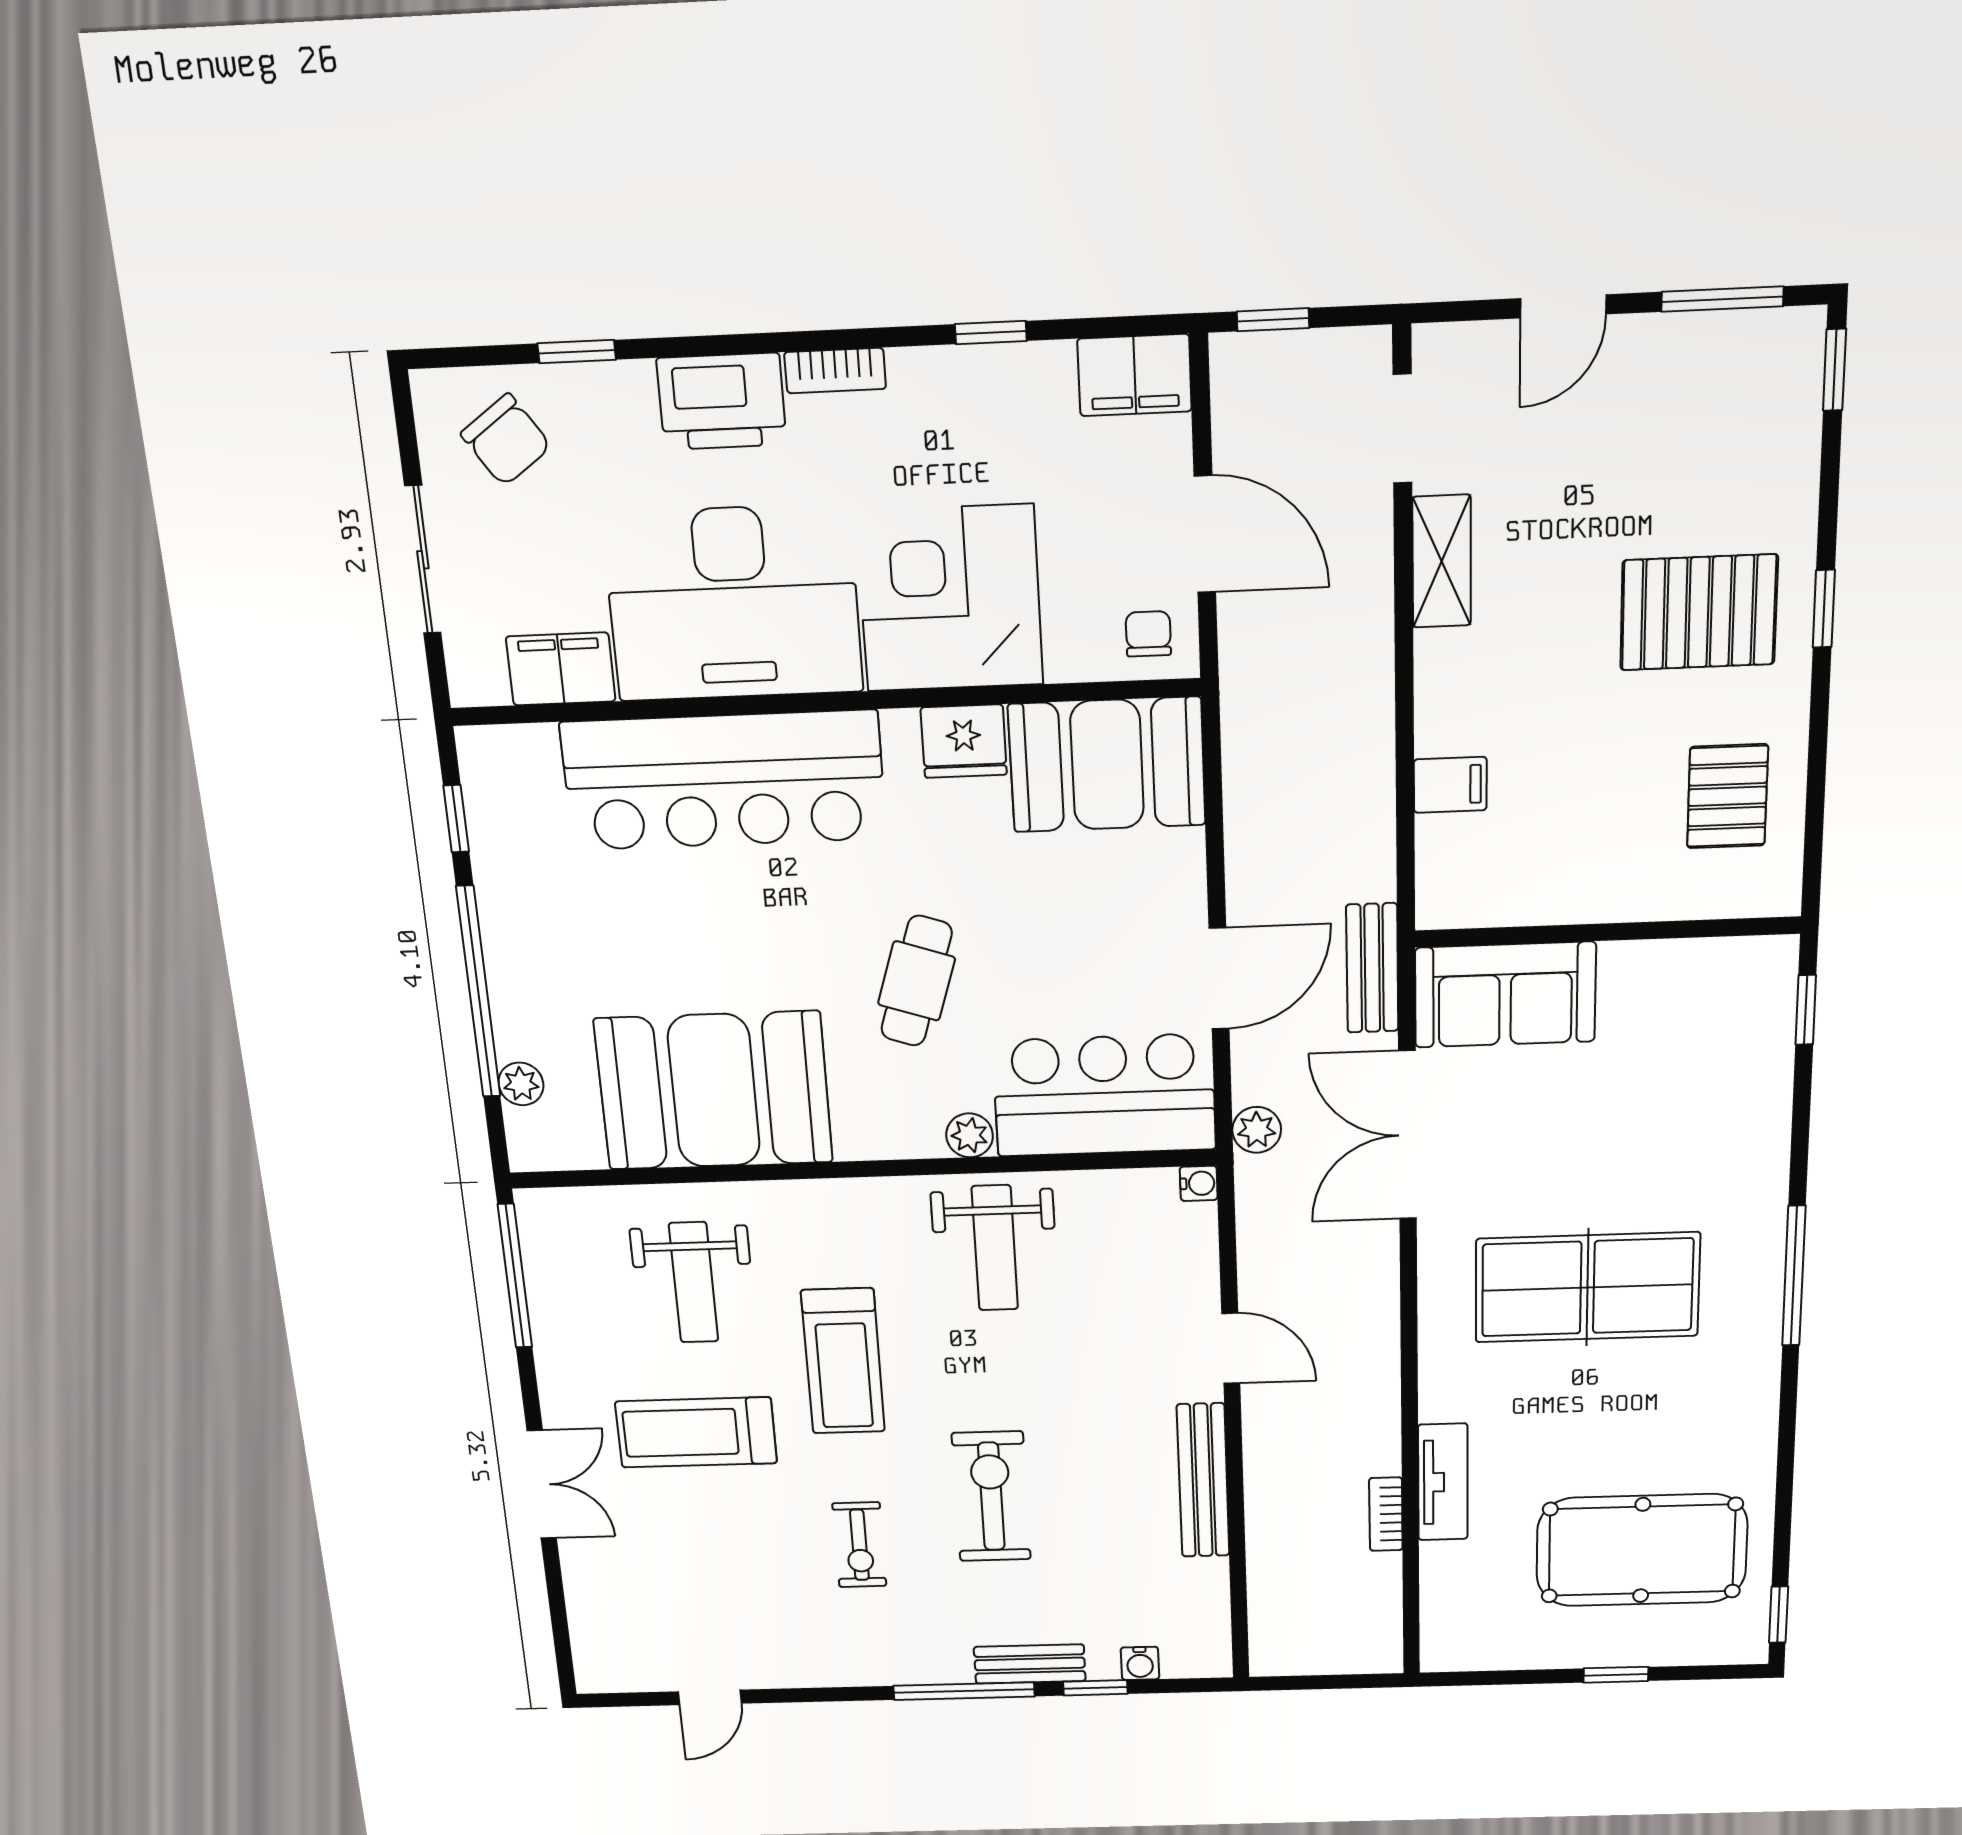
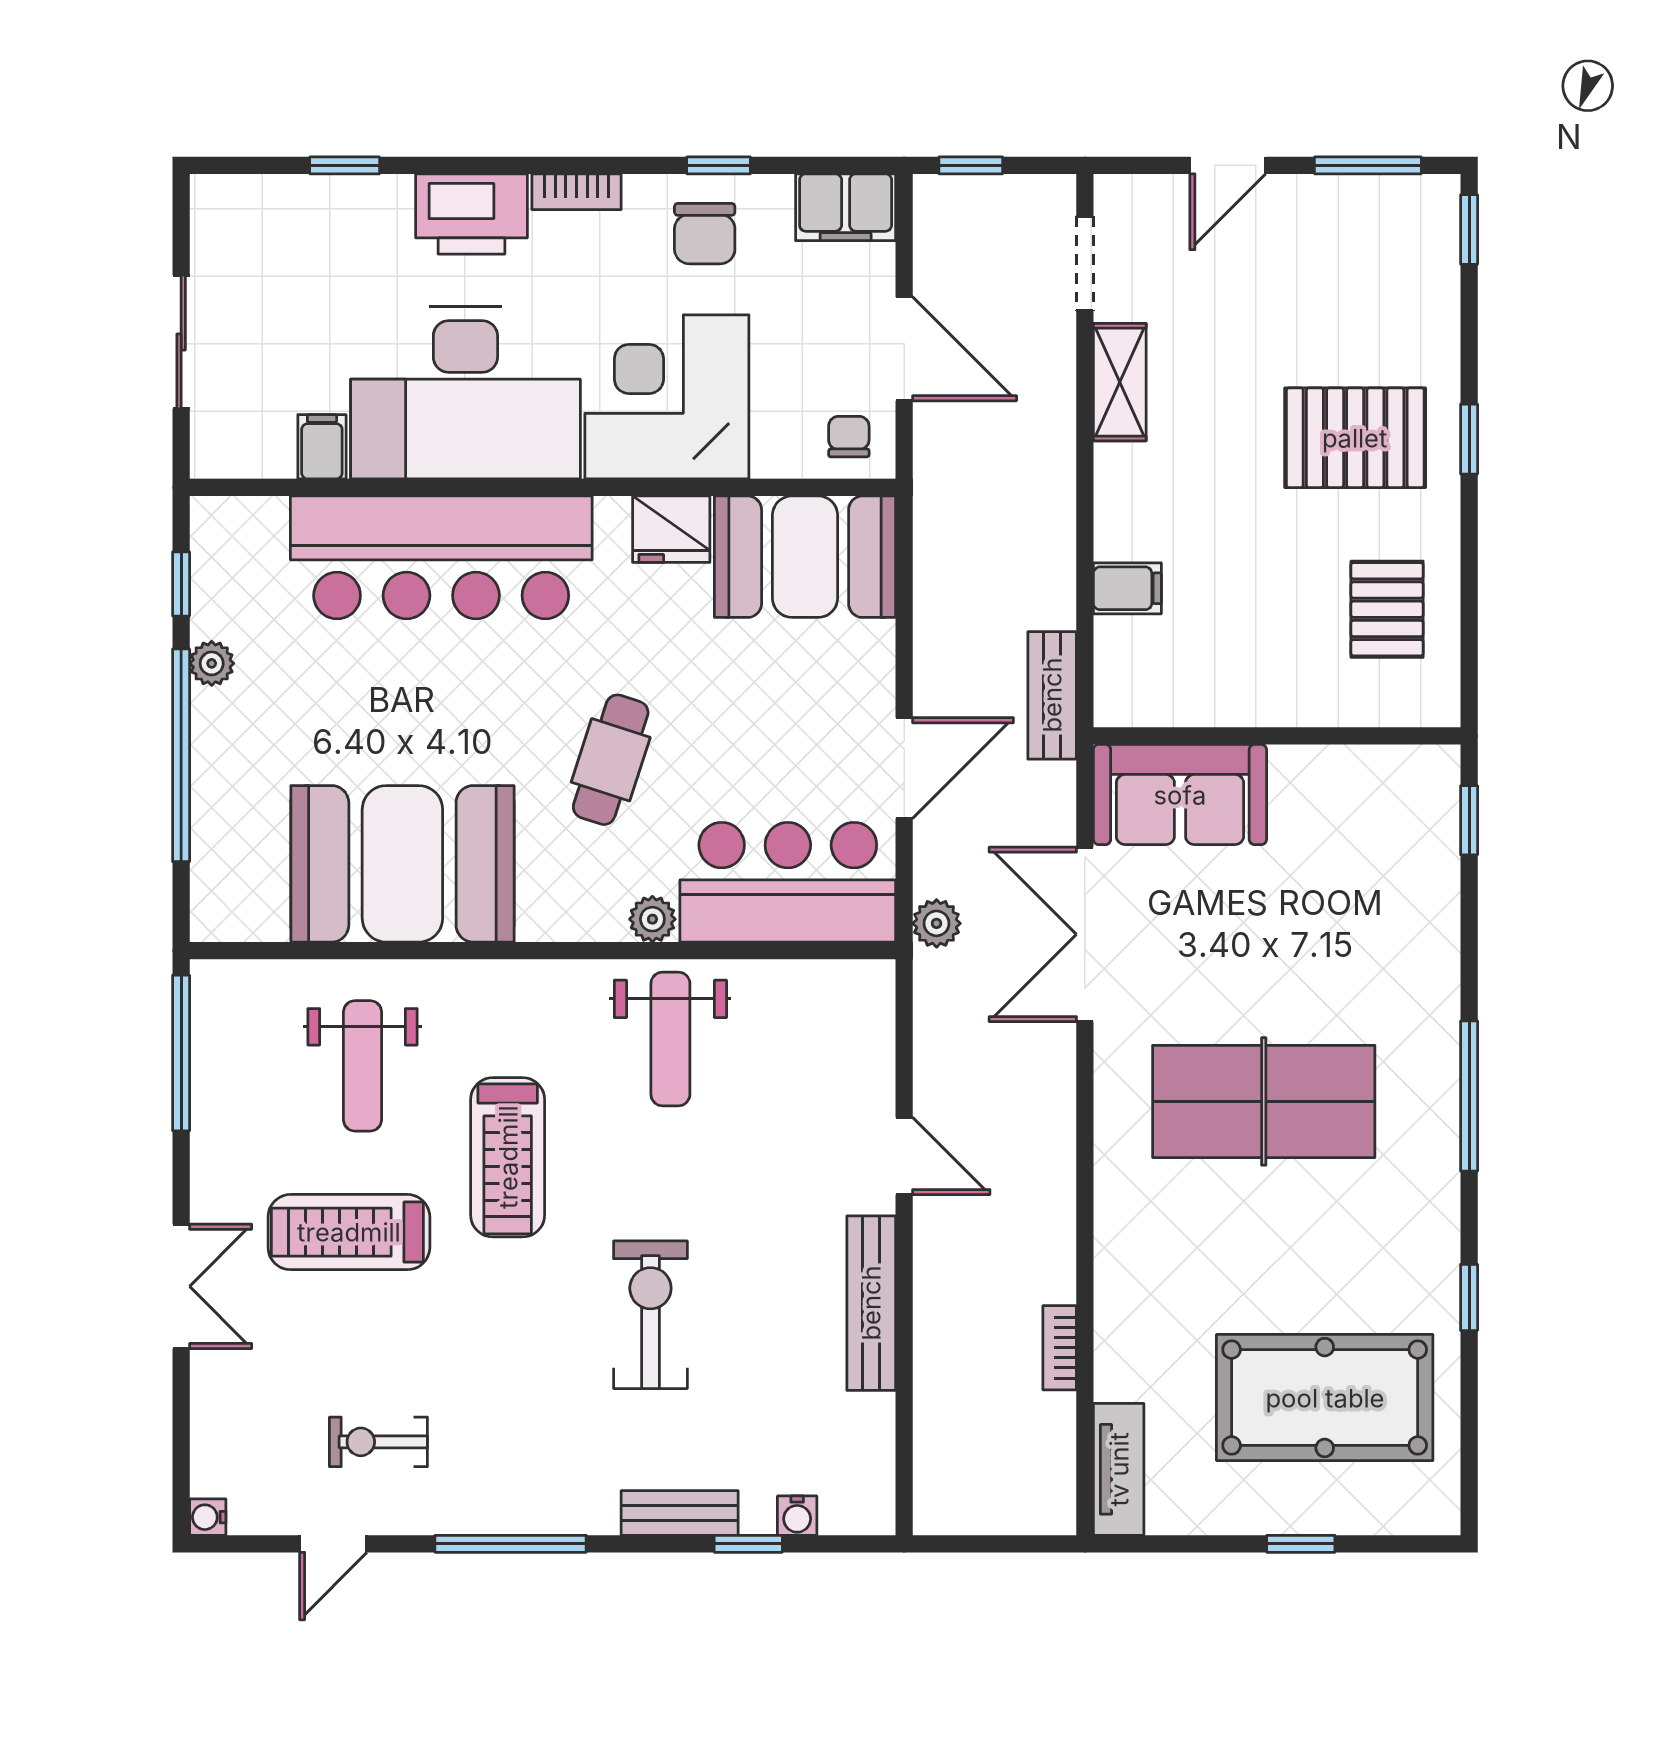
chair: (506, 440) -> (705, 234), moved, turned 35
filing cabinet: (561, 669) -> (322, 447), width x0.50
bench: (1372, 968) -> (1052, 695), moved
plant: (521, 1084) -> (212, 663), moved
water cooler: (1199, 1183) -> (208, 1517), moved, turned 180
tv unit: (1443, 1482) -> (1119, 1469), moved
exercise bike: (859, 1545) -> (378, 1442), moved, turned 90
window: (1779, 1615) -> (1469, 1297), moved
window: (964, 1691) -> (511, 1544), moved

